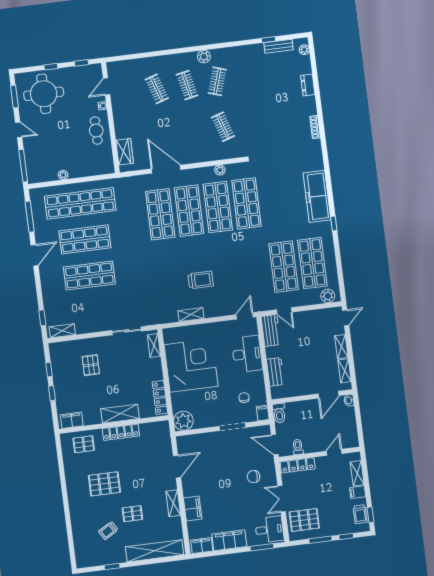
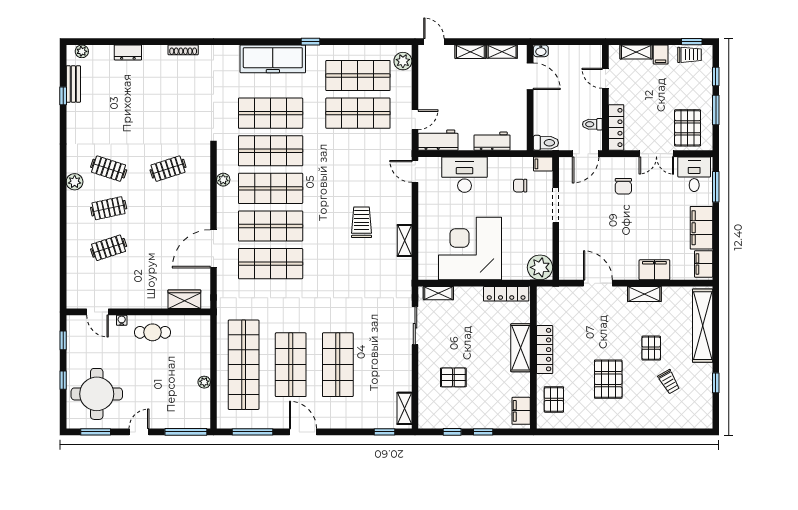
shop shelf: (275, 200) -> (271, 113), added

